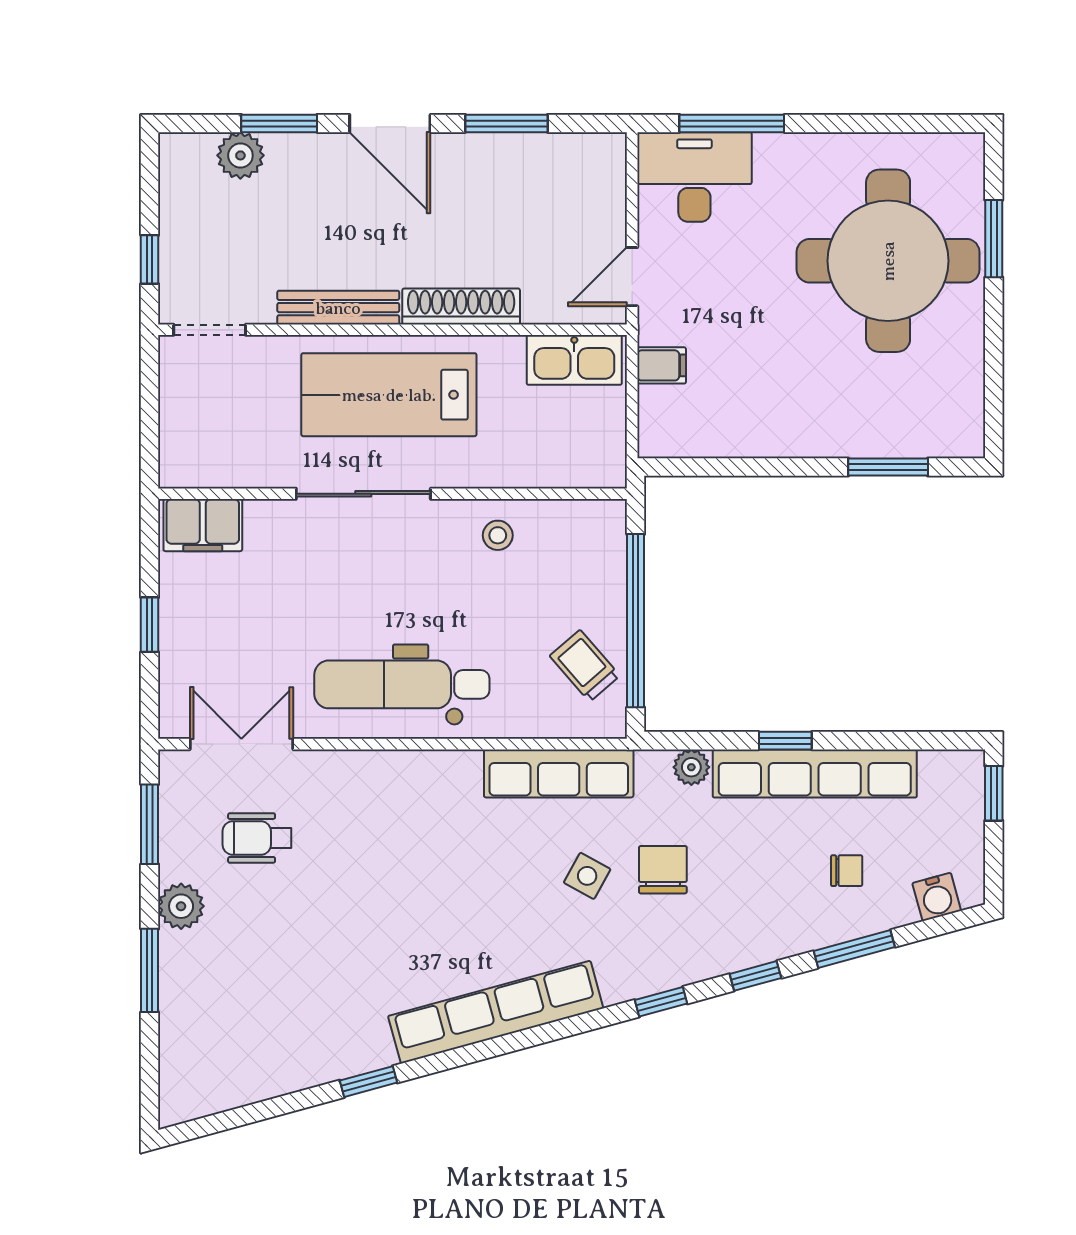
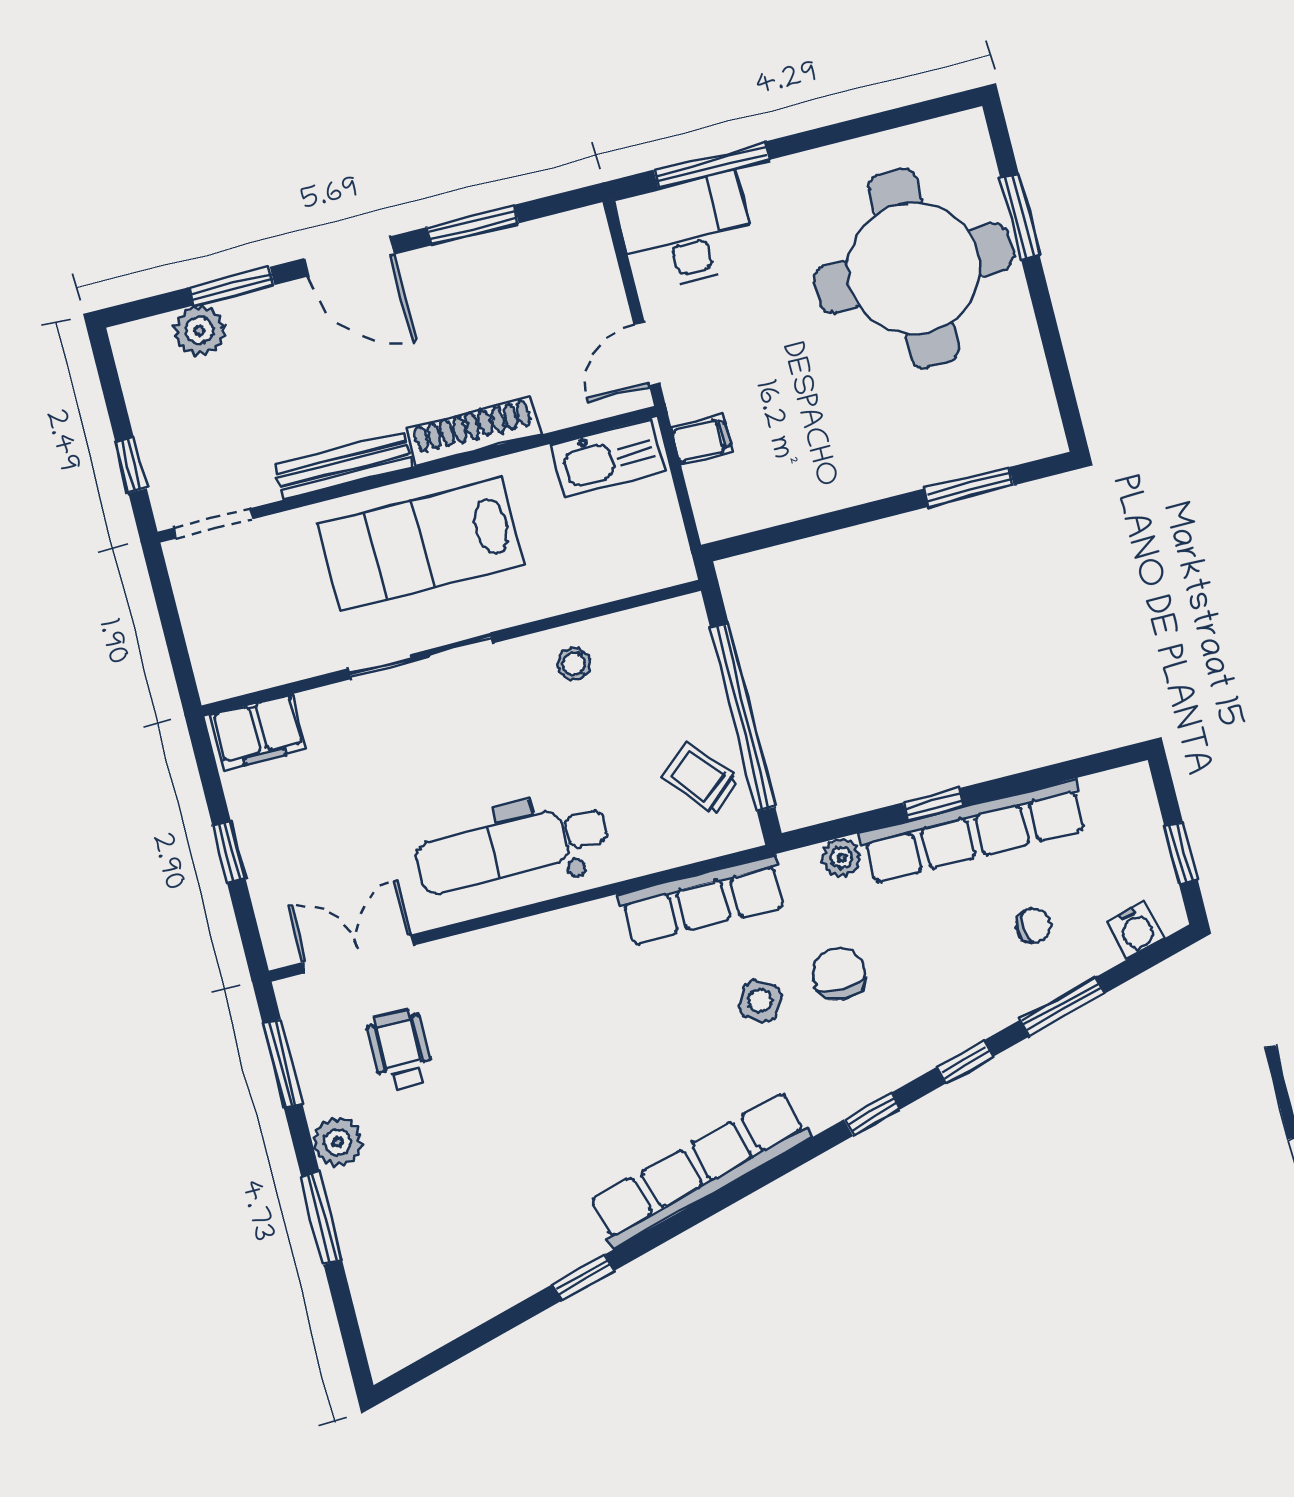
window: (994, 793) -> (1181, 853), moved
wheelchair: (257, 838) -> (400, 1049), turned 90

